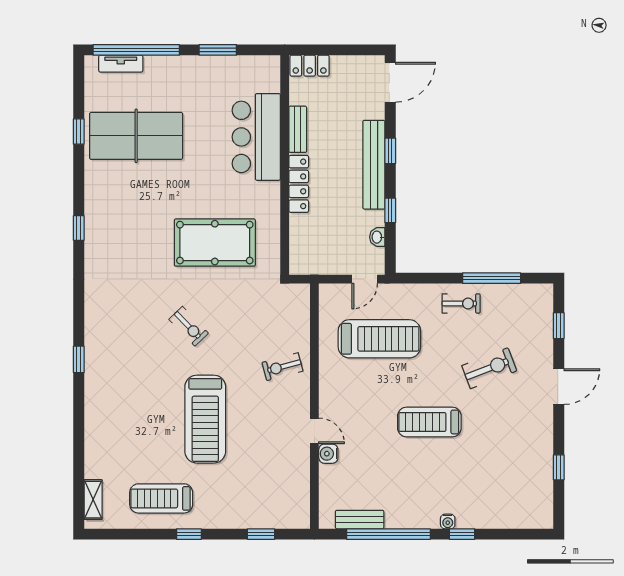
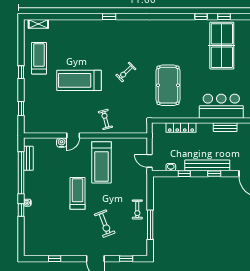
locker: (299, 184) -> (181, 128), moved
window: (79, 228) -> (201, 17), moved
treadmill: (379, 339) -> (101, 162), moved

